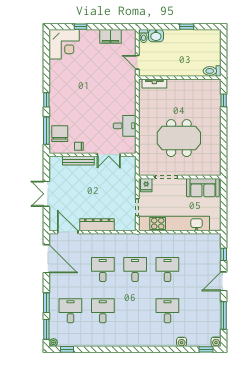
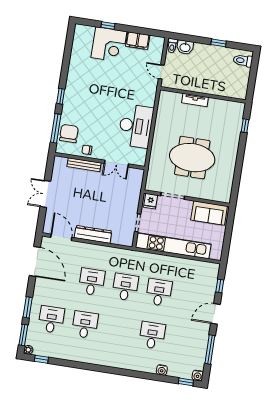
corner desk: (64, 44) -> (109, 45), moved
toilet: (212, 71) -> (243, 61), moved
tv unit: (154, 84) -> (195, 100), moved
desk: (125, 126) -> (136, 126), width x1.87, depth x1.30

